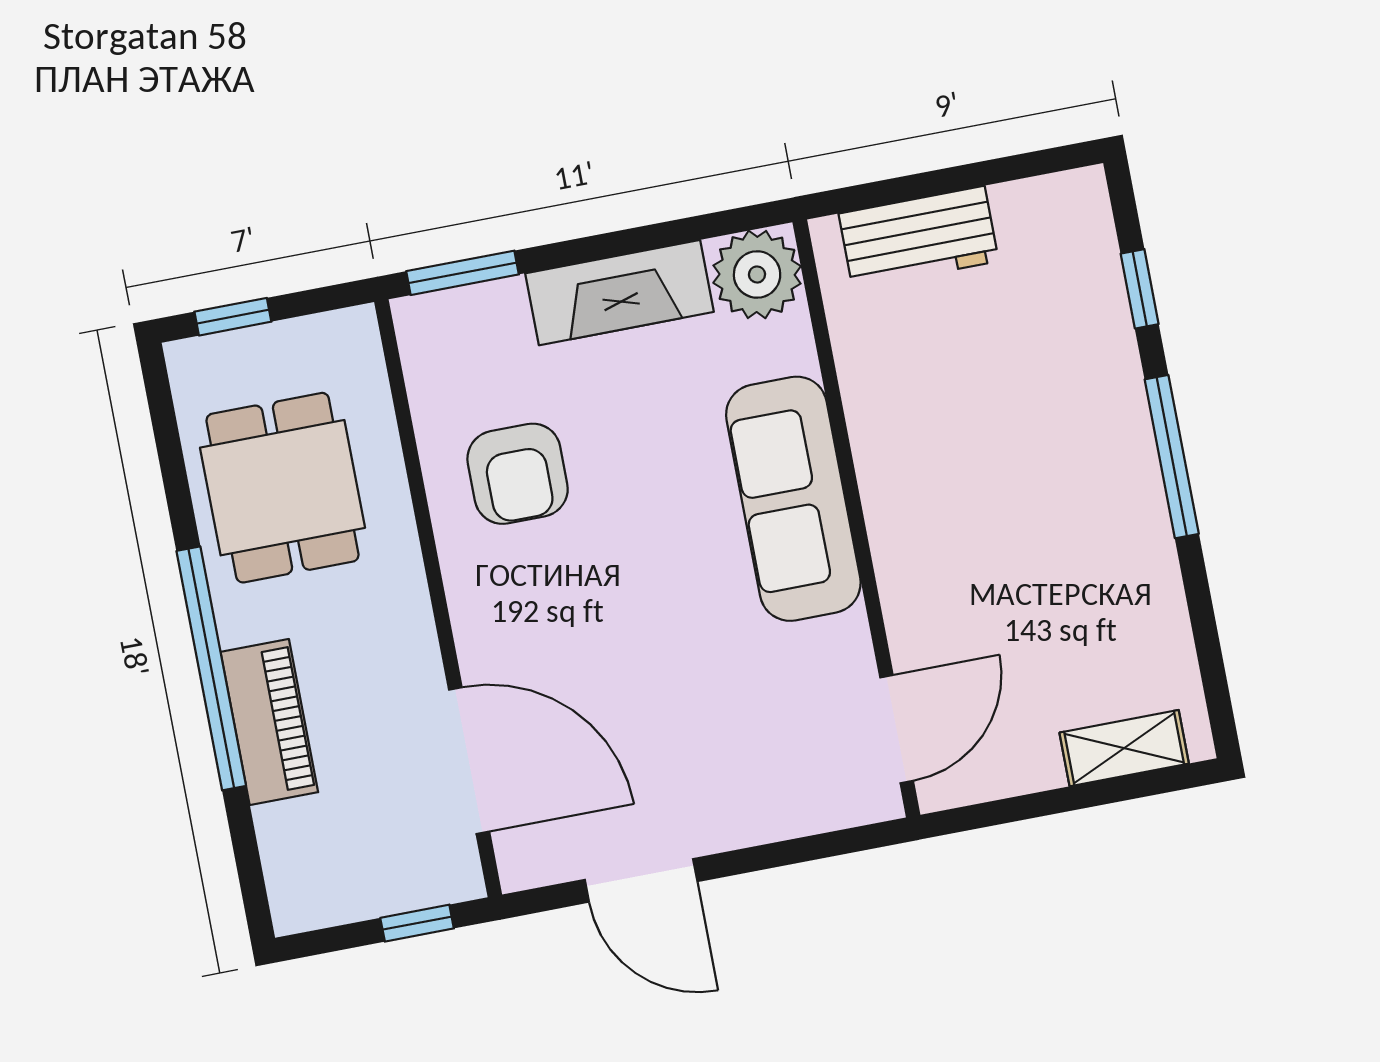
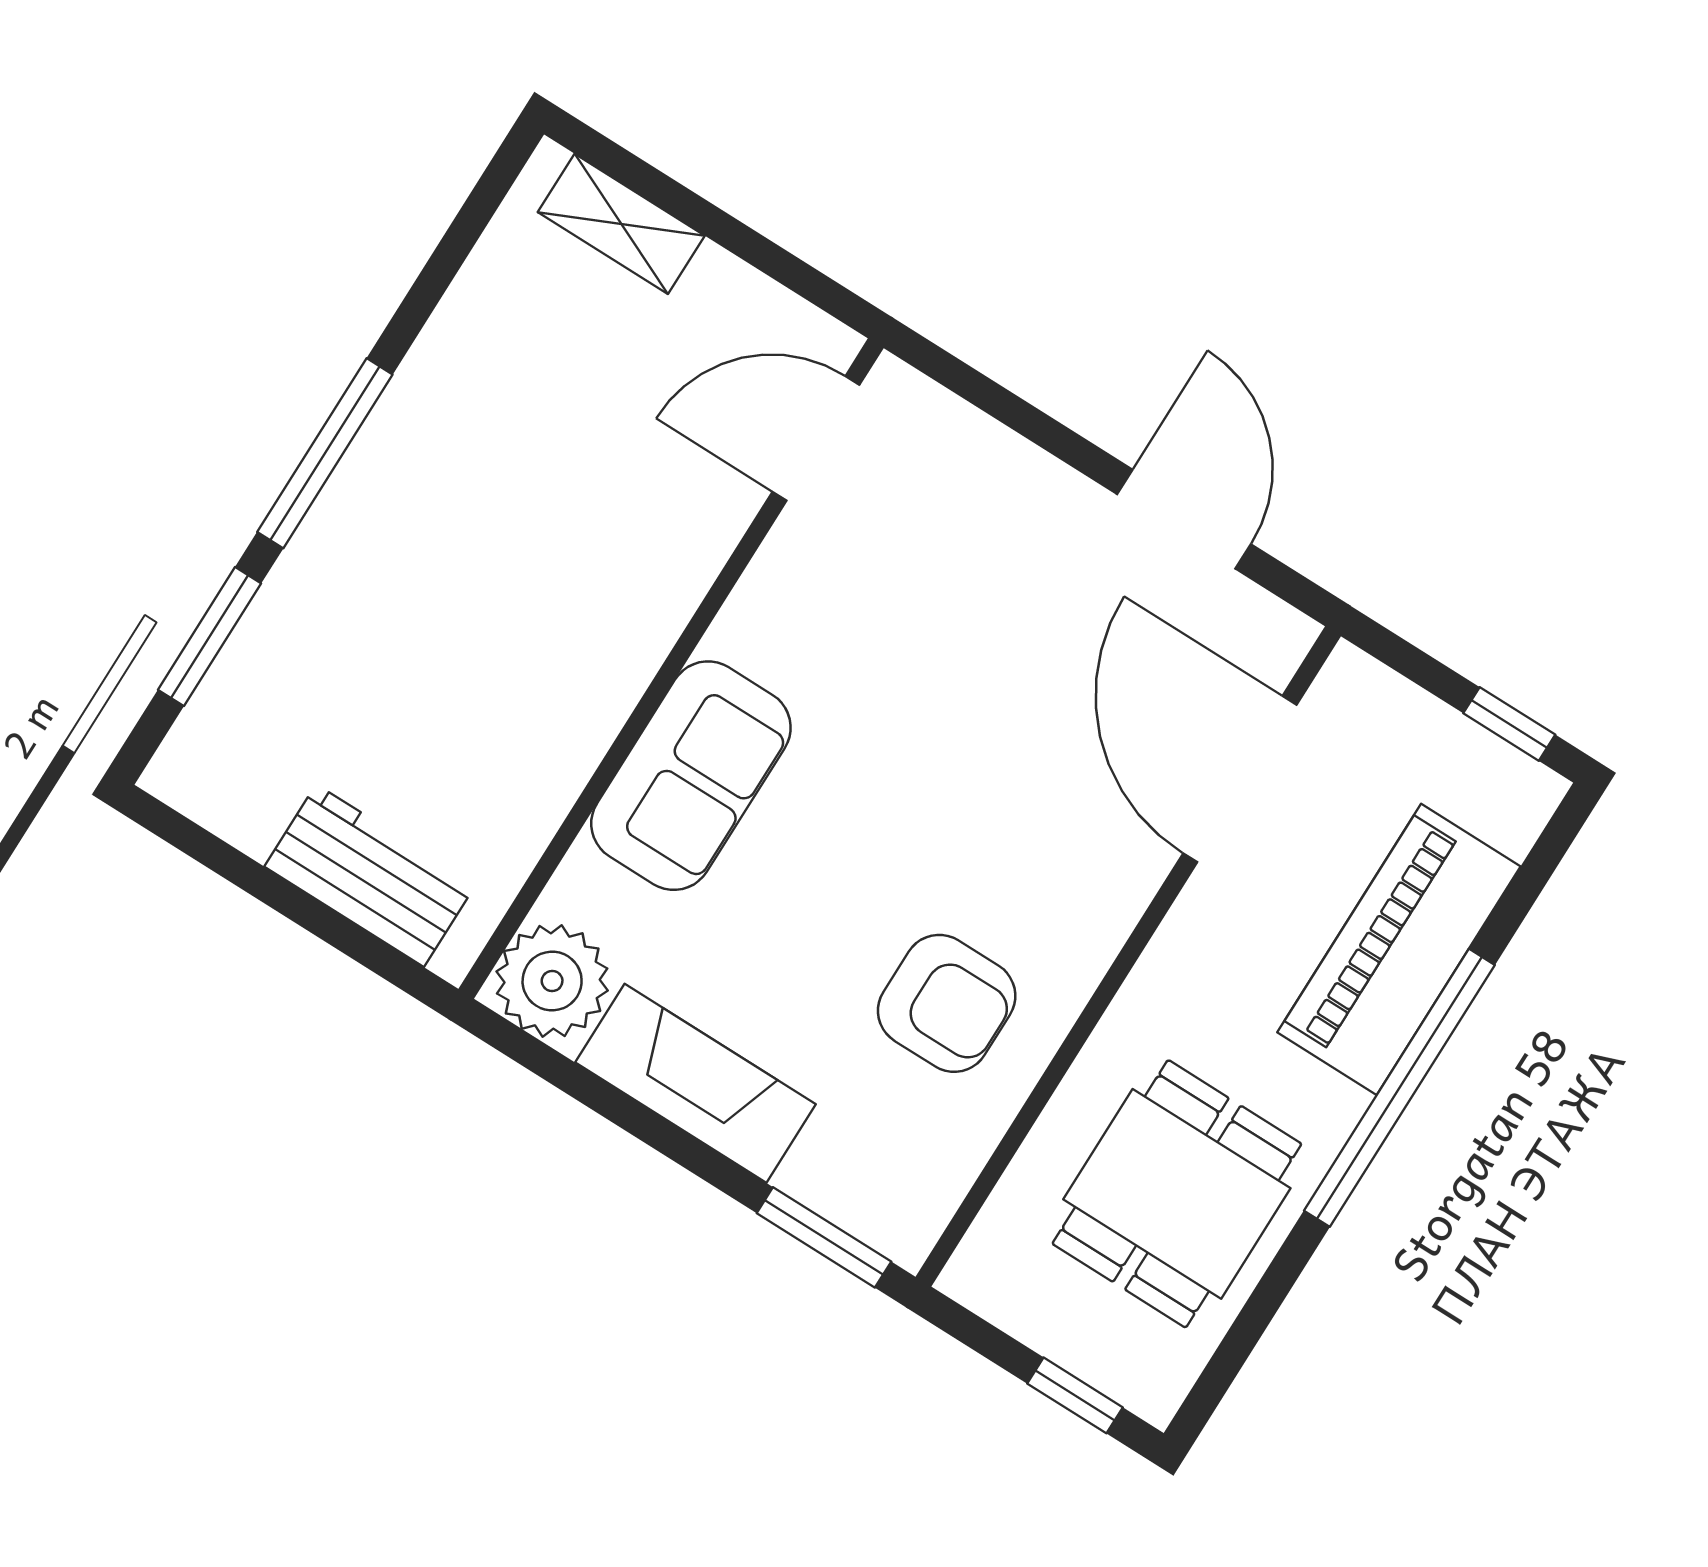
window: (1140, 289) -> (209, 637), width x1.50
armchair: (518, 474) -> (947, 1003), turned 90
sofa: (793, 499) -> (691, 776), width x0.73
piano: (269, 722) -> (1399, 949), width x1.37, depth x1.33
window: (417, 923) -> (1509, 724), moved

